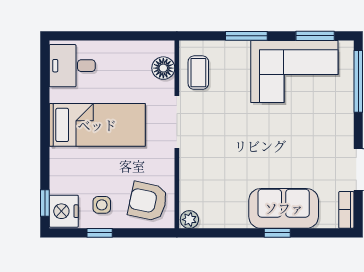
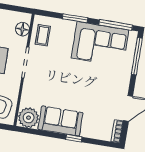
window: (315, 36) -> (116, 25), width x1.44
sofa: (284, 208) -> (60, 121), moved
plant: (189, 220) -> (29, 118), width x1.88, depth x1.88

